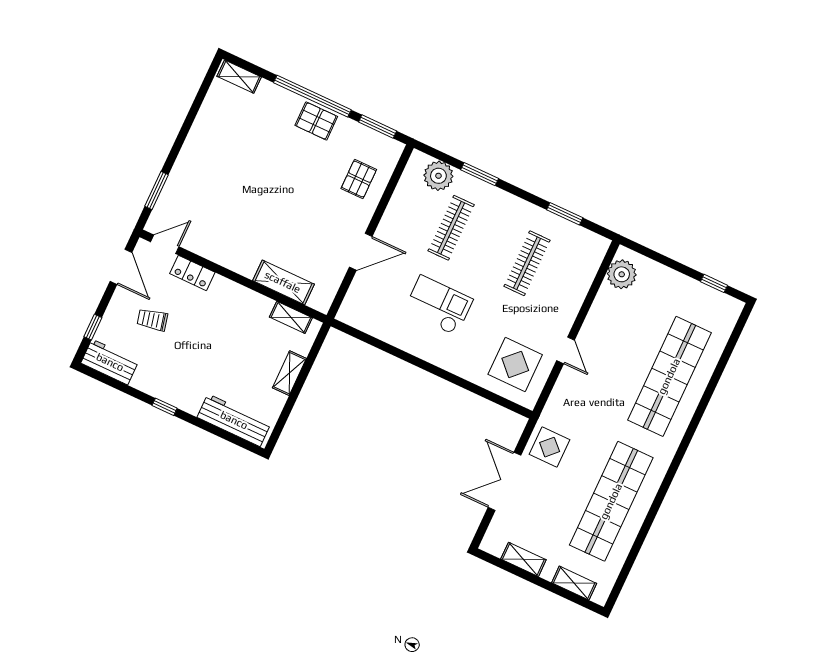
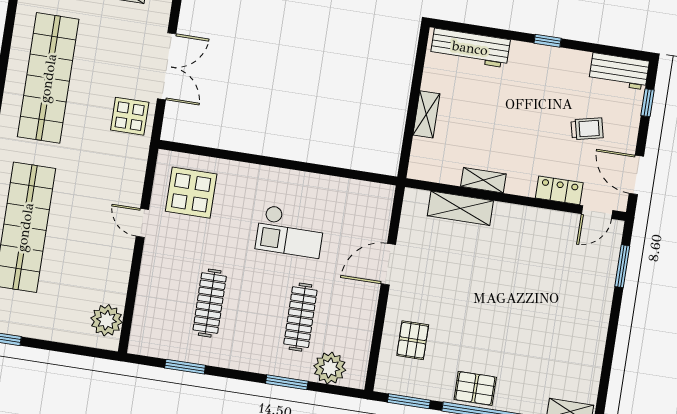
shelving: (291, 317) -> (483, 180), moved

